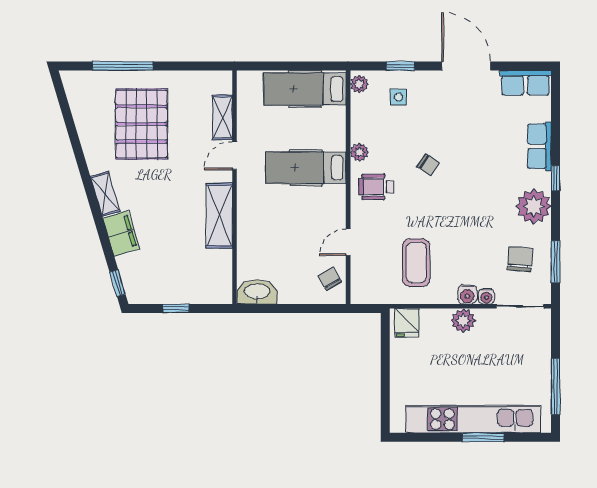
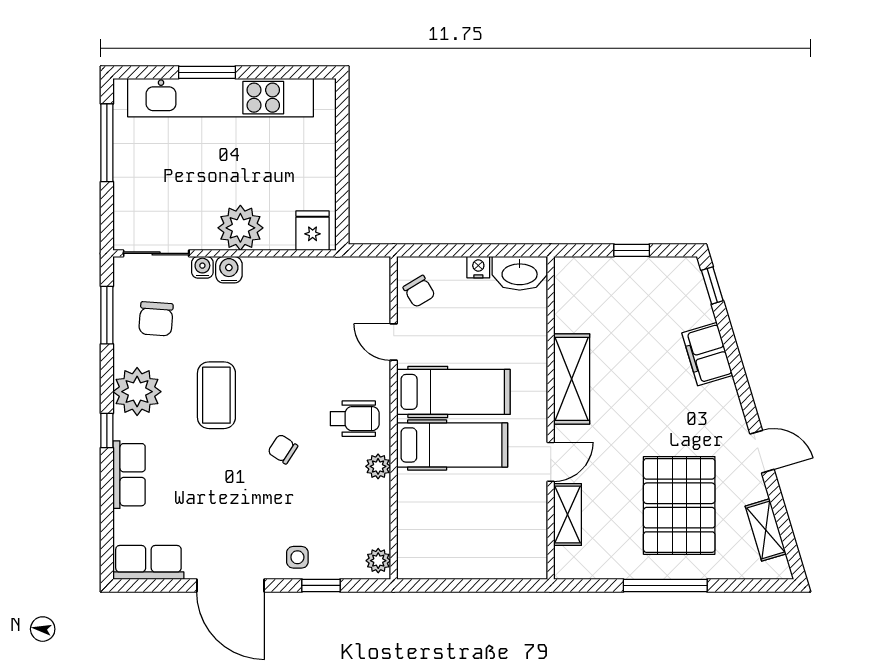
window: (123, 66) -> (665, 585), moved
hospital bed: (305, 89) -> (453, 392), moved
side table: (398, 97) -> (297, 557), moved
door: (82, 163) -> (762, 452), added
shelving: (105, 194) -> (766, 530), moved
door: (348, 242) -> (394, 342), swing flipped
coffee table: (416, 263) -> (216, 395), moved
nightstand: (287, 296) -> (478, 267), added
plant: (463, 321) -> (240, 228), width x1.36, depth x1.36

